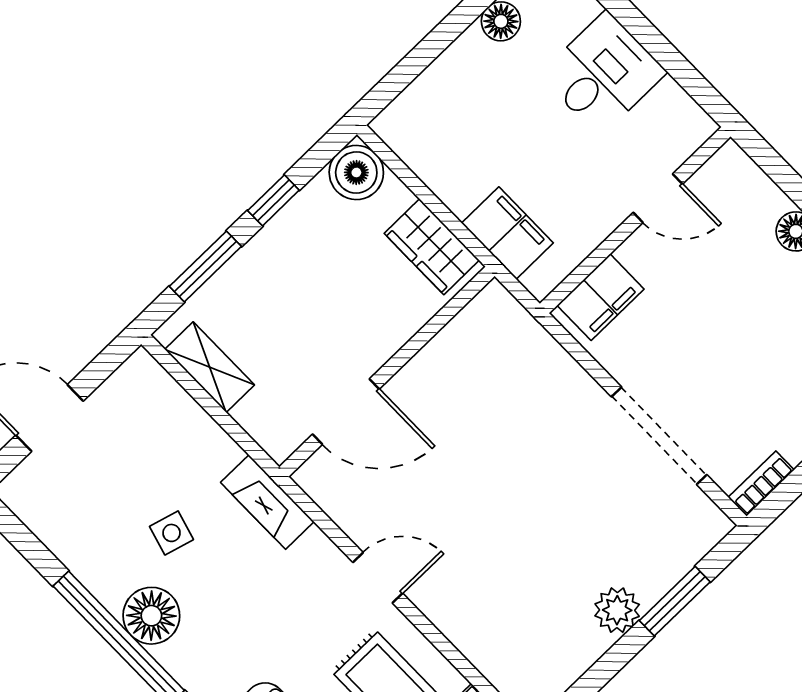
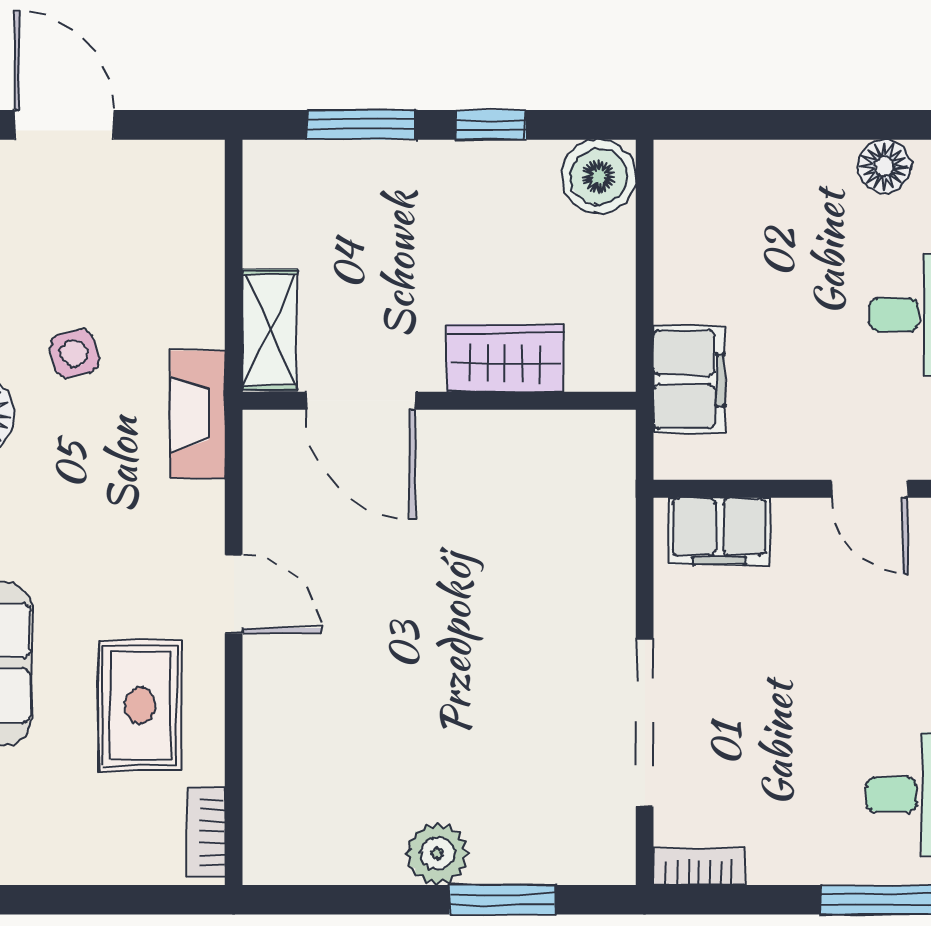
wardrobe: (432, 247) -> (505, 358), moved, turned 90
shelving: (210, 367) -> (270, 330), moved
side table: (171, 533) -> (74, 354), turned -31

